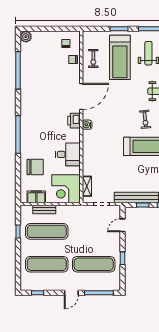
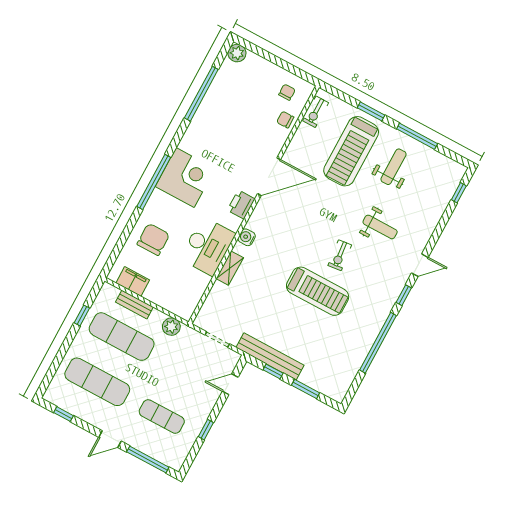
exercise bike: (93, 59) -> (316, 112), moved
water cooler: (87, 125) -> (247, 237), moved
desk: (68, 154) -> (208, 246), width x1.37
chair: (35, 167) -> (153, 239), turned -90
shelving: (87, 186) -> (230, 268), moved
corner desk: (66, 189) -> (185, 178), moved, turned 180
plant: (72, 211) -> (171, 327), added
exercise mat: (94, 264) -> (162, 417), width x0.73, depth x0.69

